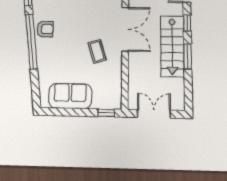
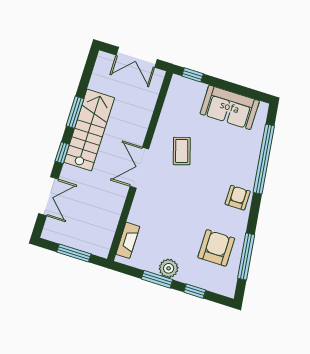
armchair: (45, 29) -> (238, 198), turned 90
double door: (125, 29) -> (139, 168), width x0.73
window: (31, 42) -> (264, 159), moved

